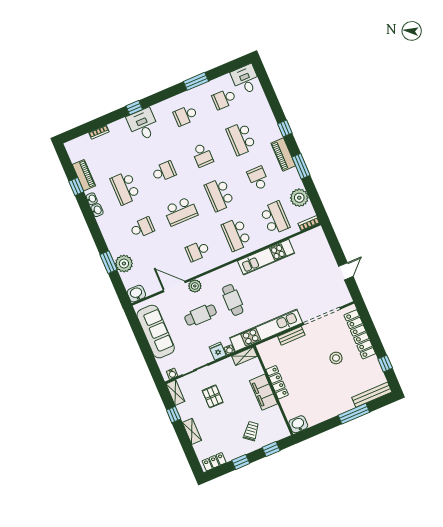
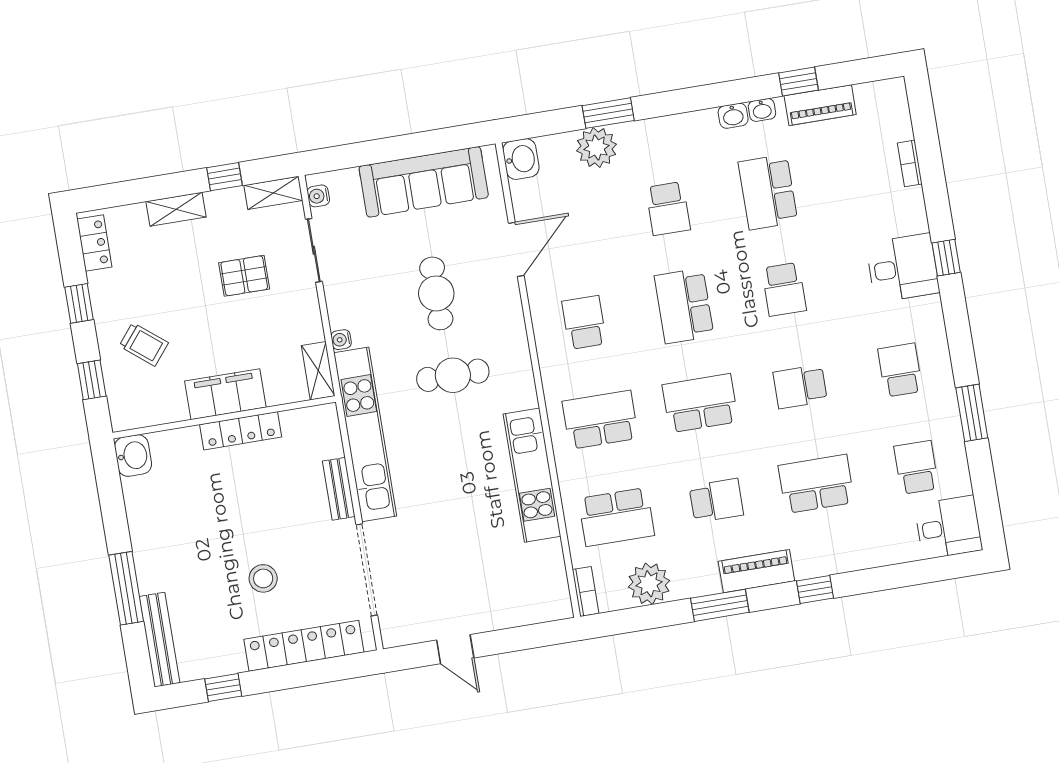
school desk: (125, 188) -> (768, 192), turned -90
plant: (195, 286) -> (506, 297), removed
fridge: (218, 351) -> (345, 312), removed

